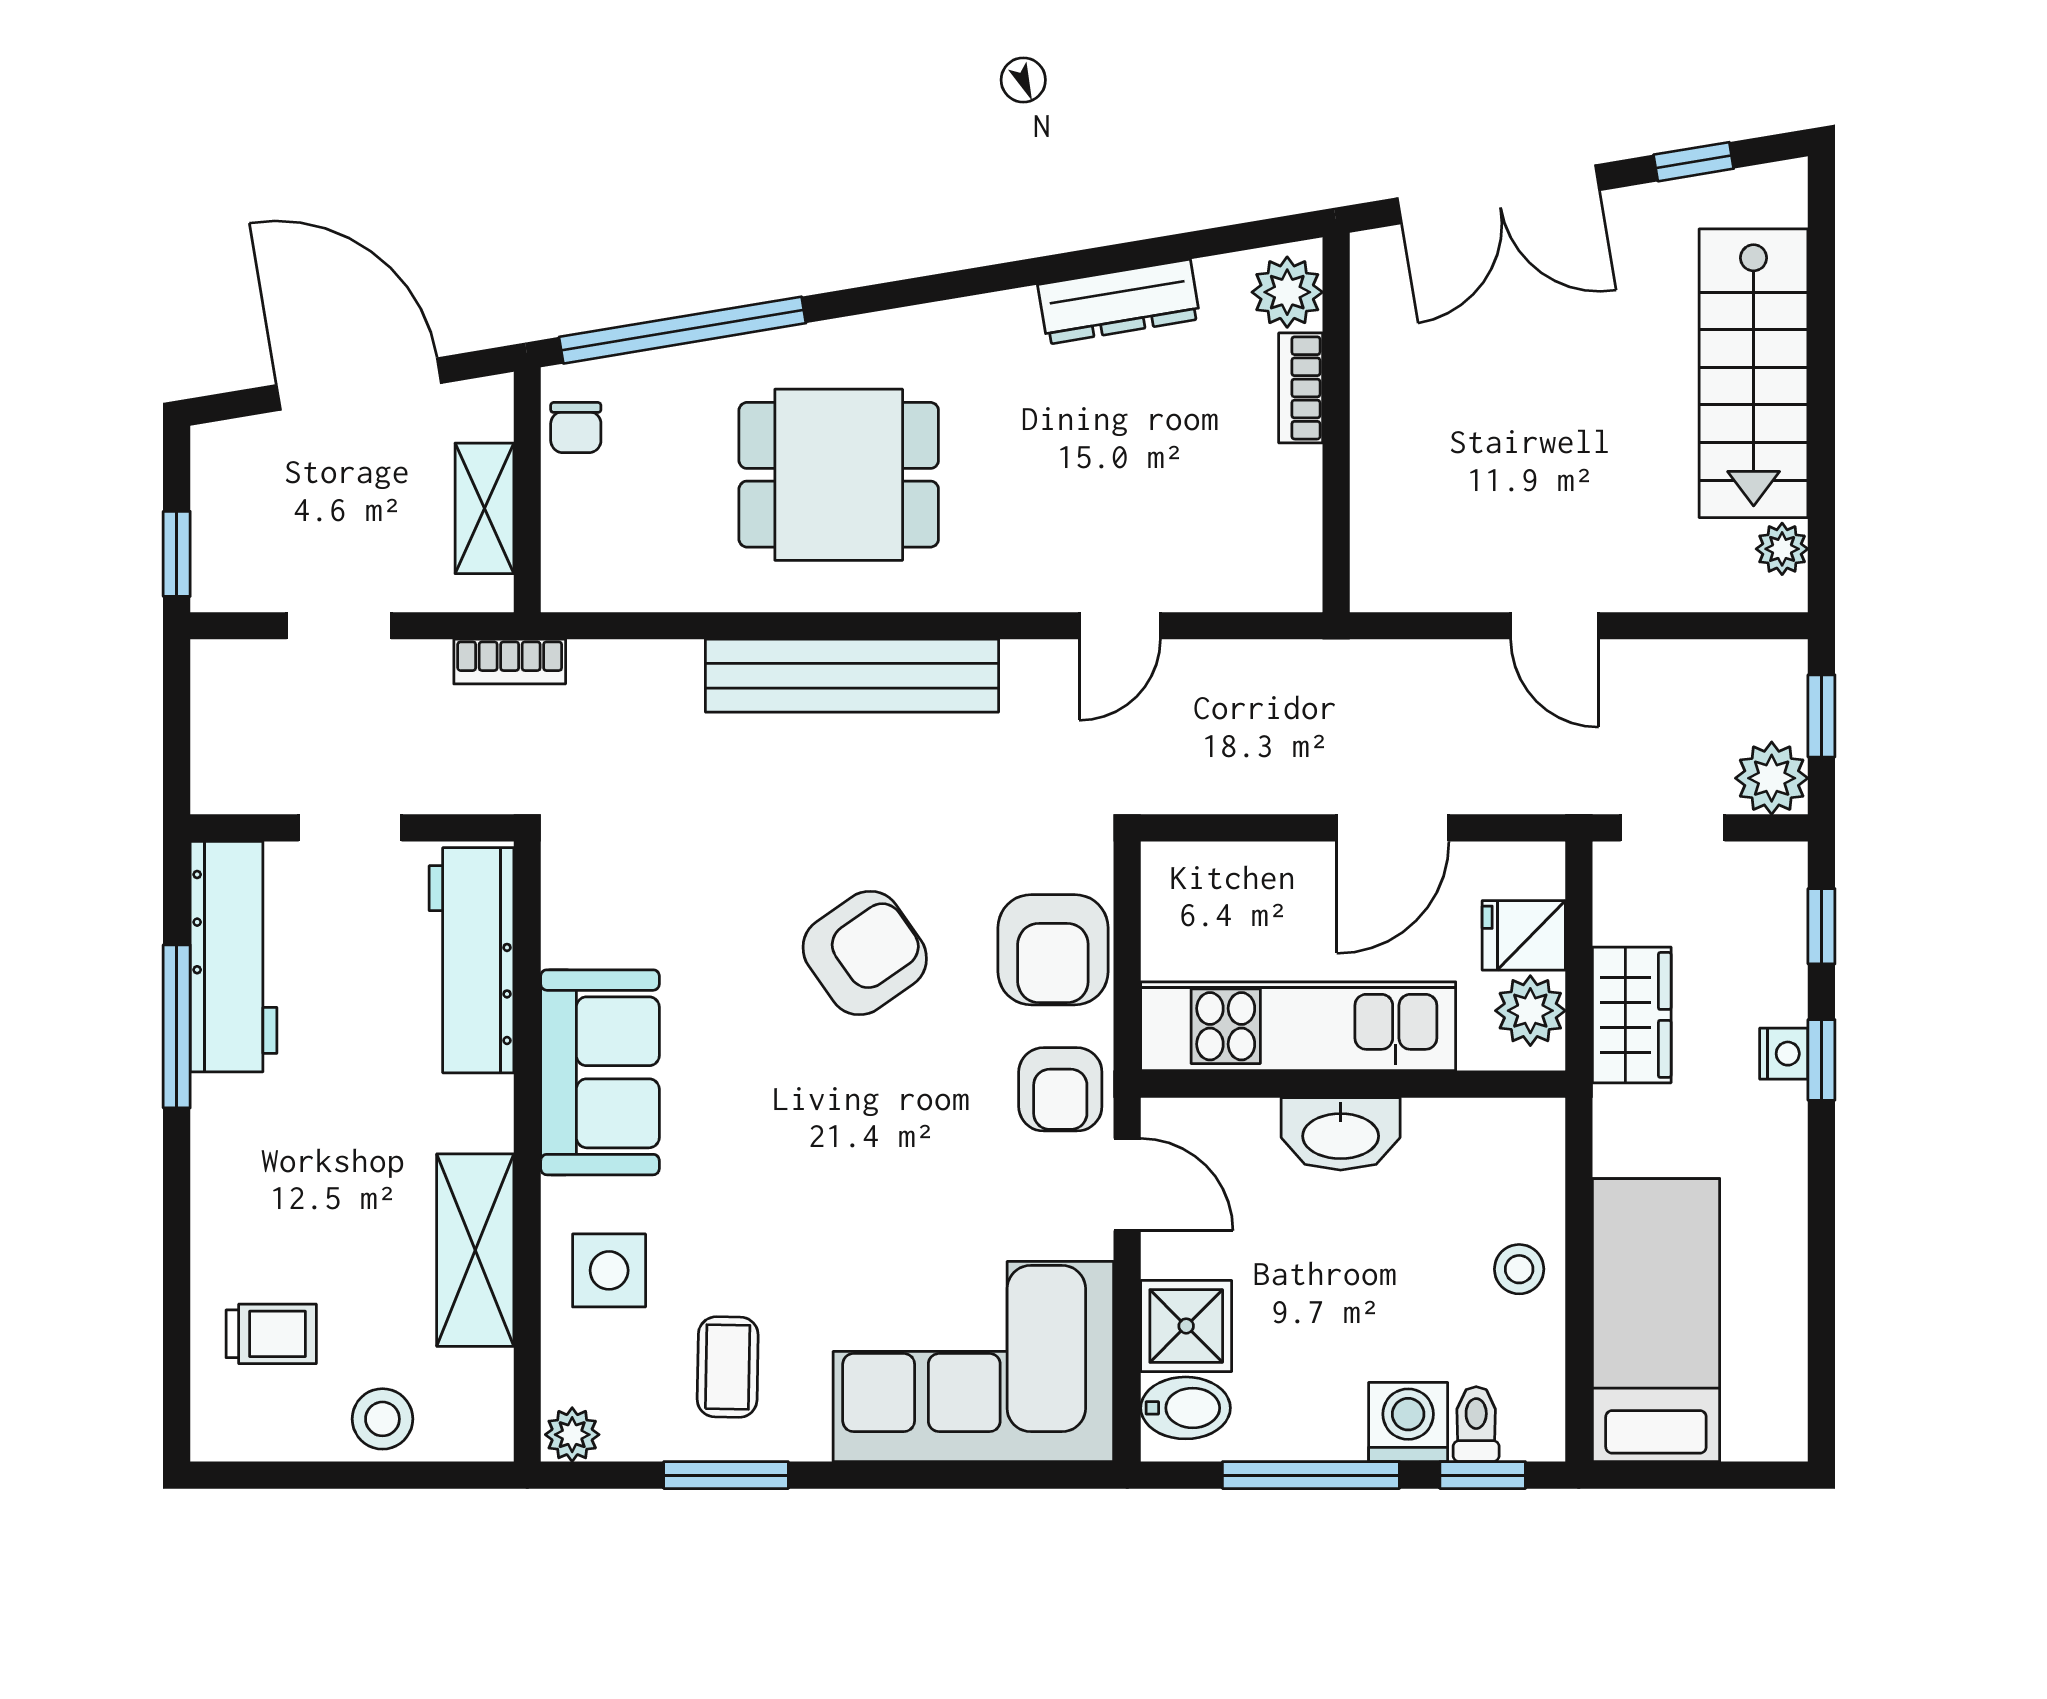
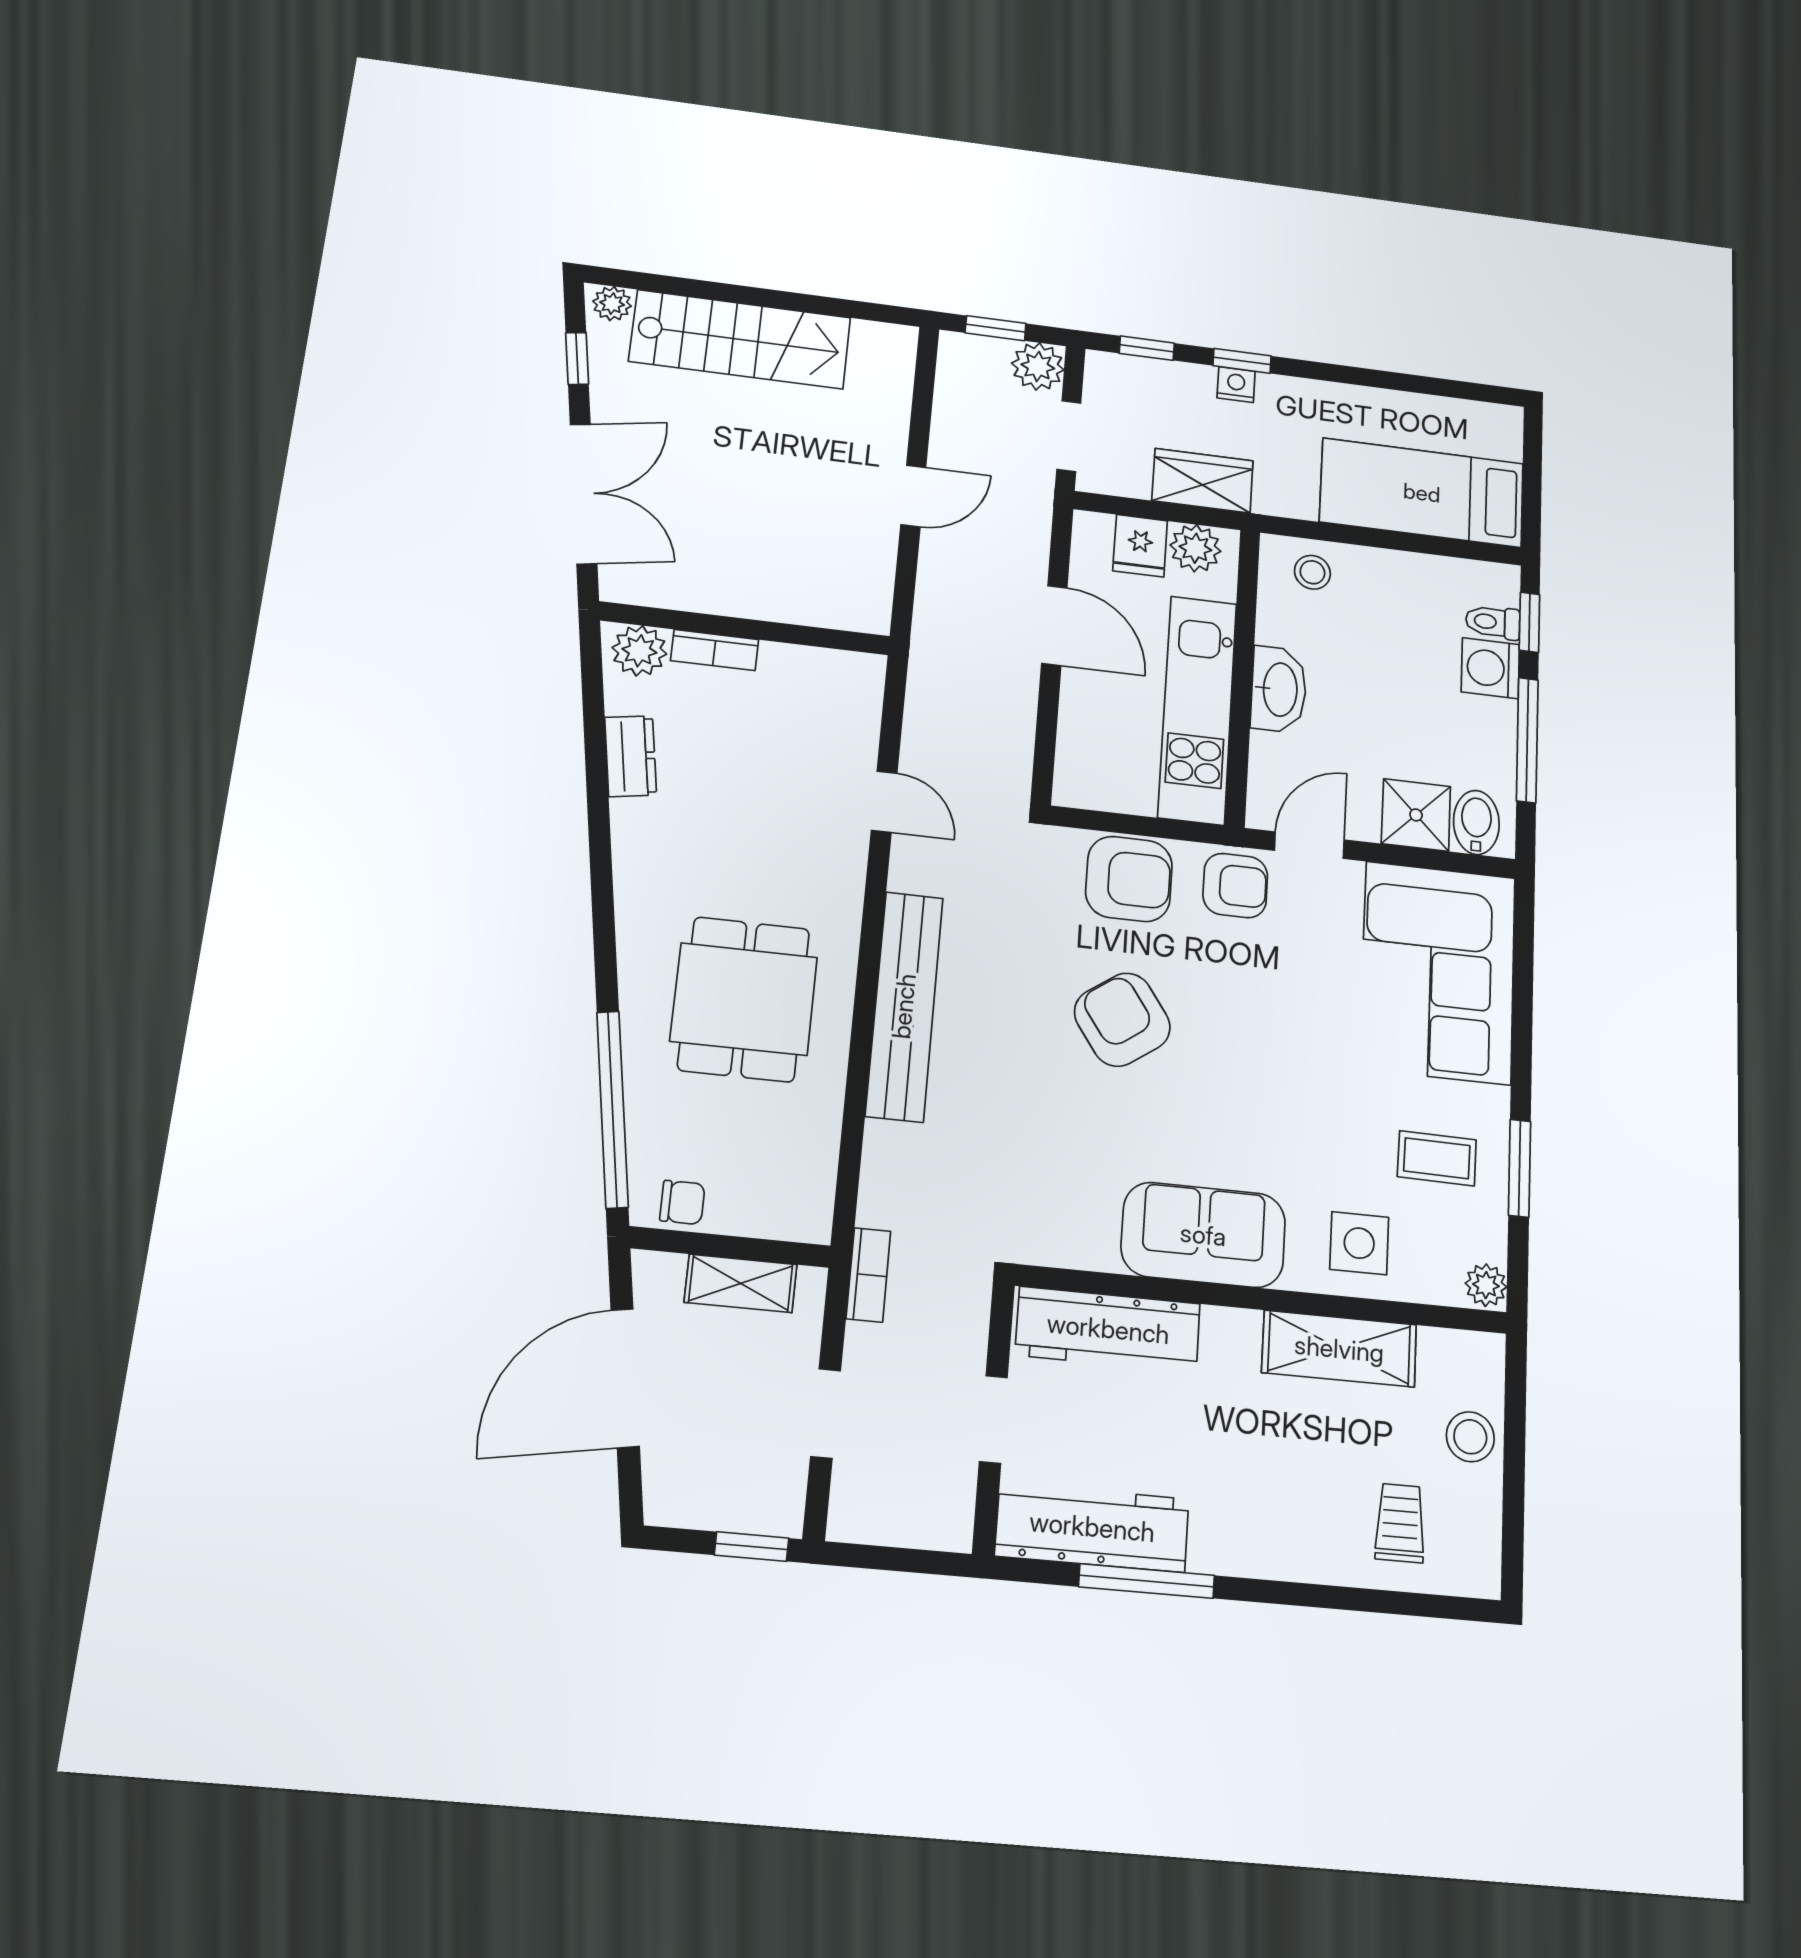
dresser: (1119, 302) -> (631, 756), width x0.70
plant: (1782, 549) -> (612, 304), moved
stool: (1519, 1269) -> (1312, 572), moved

